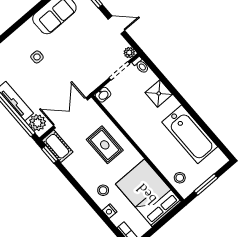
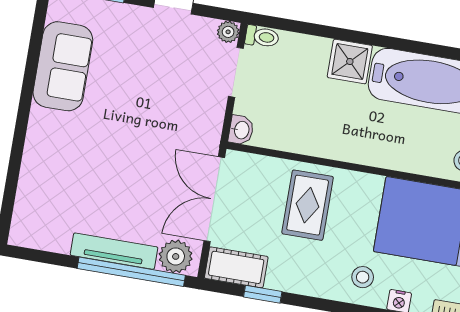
side table: (37, 57) -> (91, 156), removed
shower: (159, 93) -> (350, 62), moved
rug: (105, 145) -> (308, 205), turned 90
window: (50, 154) -> (263, 294), moved

